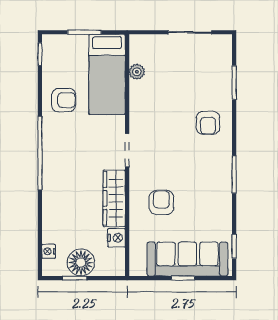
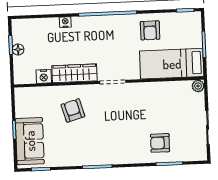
plant: (137, 72) -> (198, 86), moved
armchair: (208, 123) -> (160, 143), moved
armchair: (161, 202) -> (73, 110), turned -106
nightstand: (49, 251) -> (65, 22), moved
sofa: (187, 259) -> (30, 141), width x0.73
floor lamp: (81, 263) -> (18, 49), width x0.53, depth x0.53

